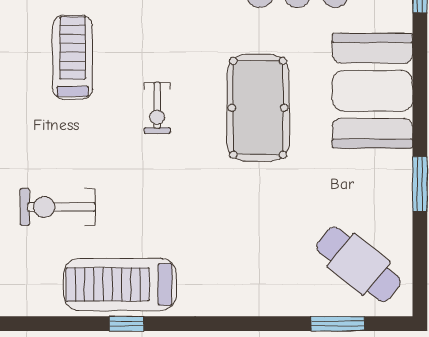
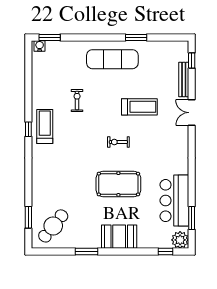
booth: (372, 91) -> (119, 237), width x0.73, depth x0.70
exercise bike: (58, 207) -> (77, 101), width x0.73, depth x0.72
treadmill: (120, 284) -> (45, 126), width x0.73, depth x0.73

